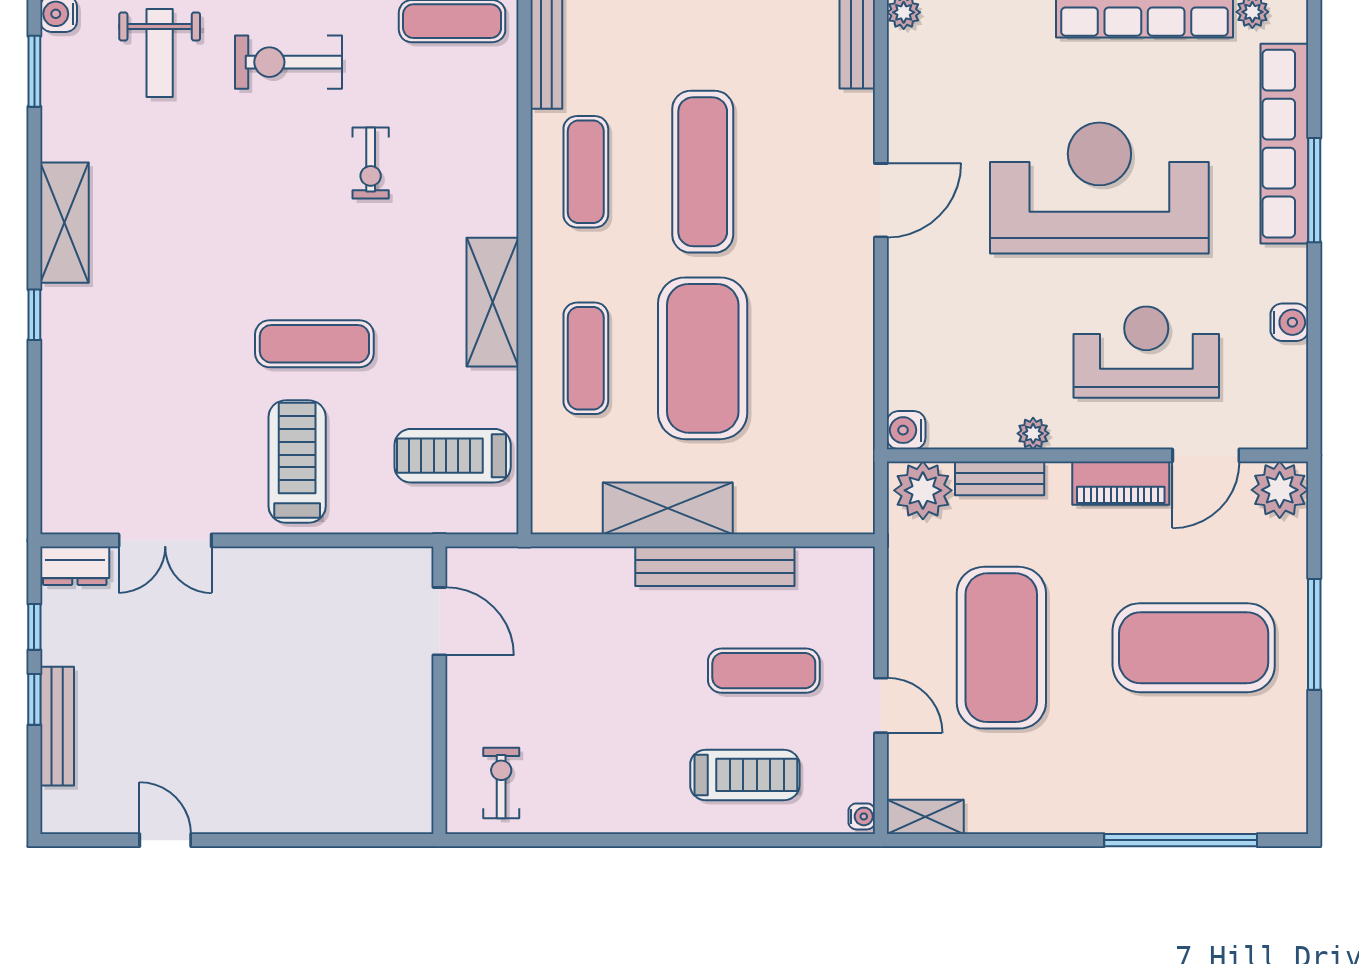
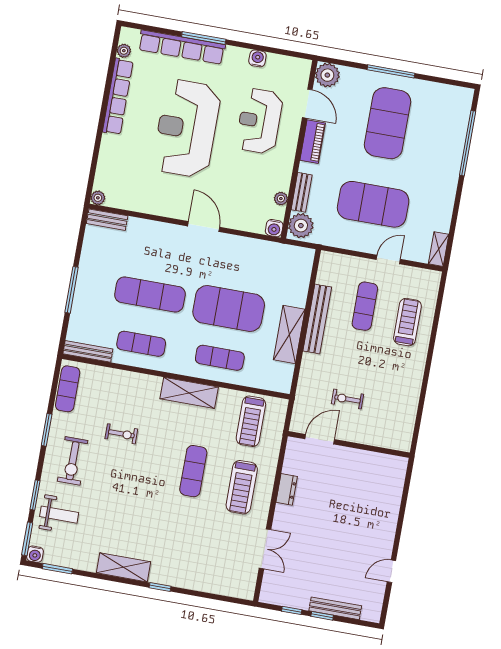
door: (881, 200) -> (204, 227), moved
plant: (1033, 433) -> (281, 199), moved
treadmill: (297, 462) -> (242, 487), turned -90
dresser: (75, 566) -> (287, 489), moved
exercise bike: (501, 783) -> (347, 399), moved
water cooler: (862, 816) -> (434, 276), removed

